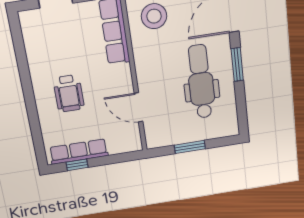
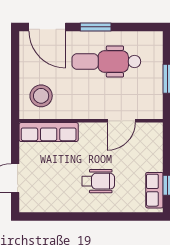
row of seats: (79, 152) -> (154, 190), width x0.68

